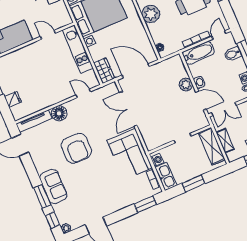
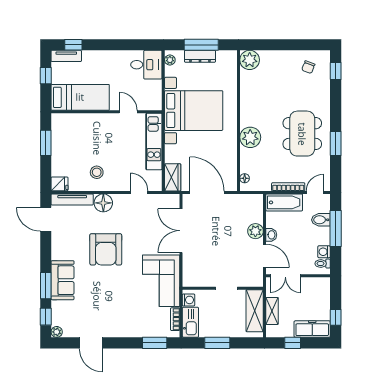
stool: (44, 92) -> (97, 172), added
fridge: (13, 99) -> (60, 184), moved

